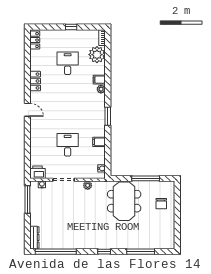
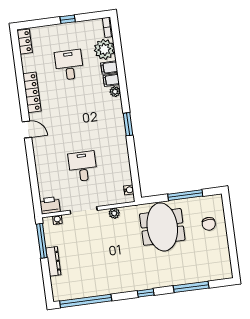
locker: (35, 81) -> (32, 92), width x1.53
filing cabinet: (99, 142) -> (109, 68), moved
dresser: (34, 238) -> (53, 261), moved

